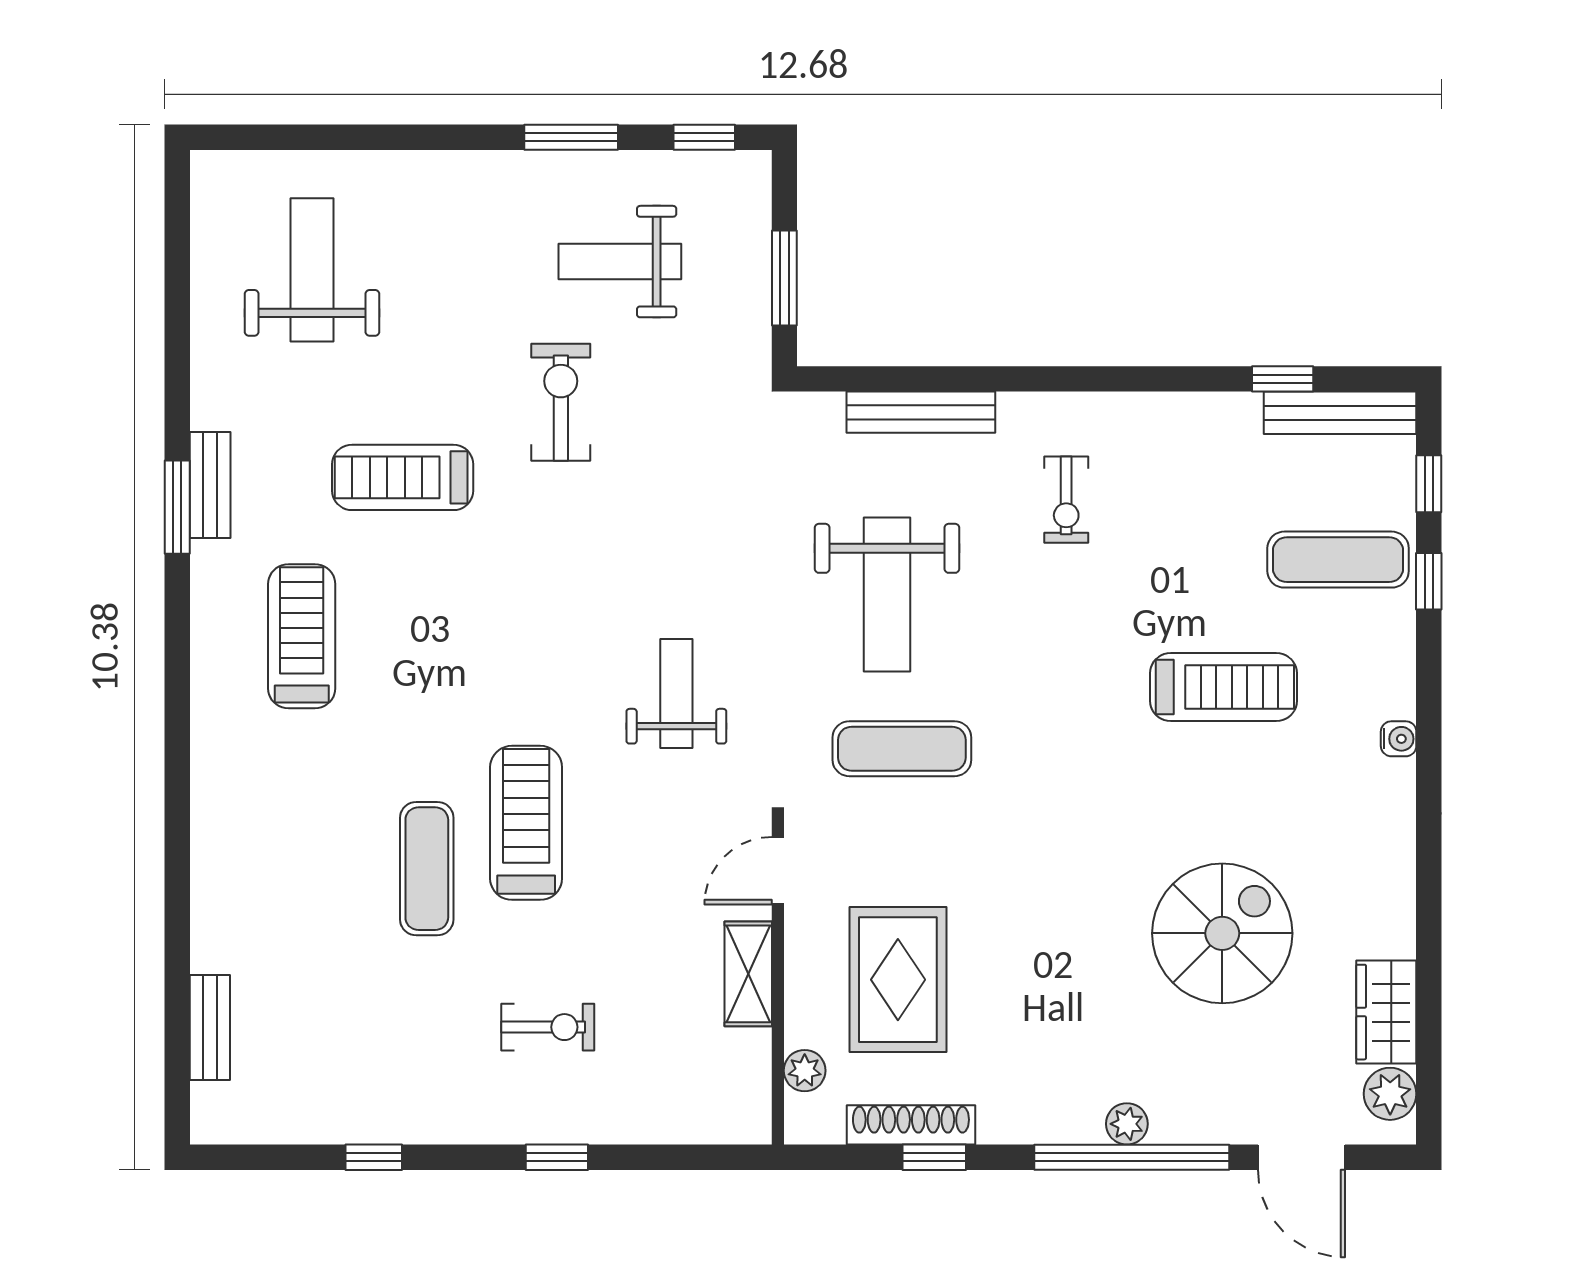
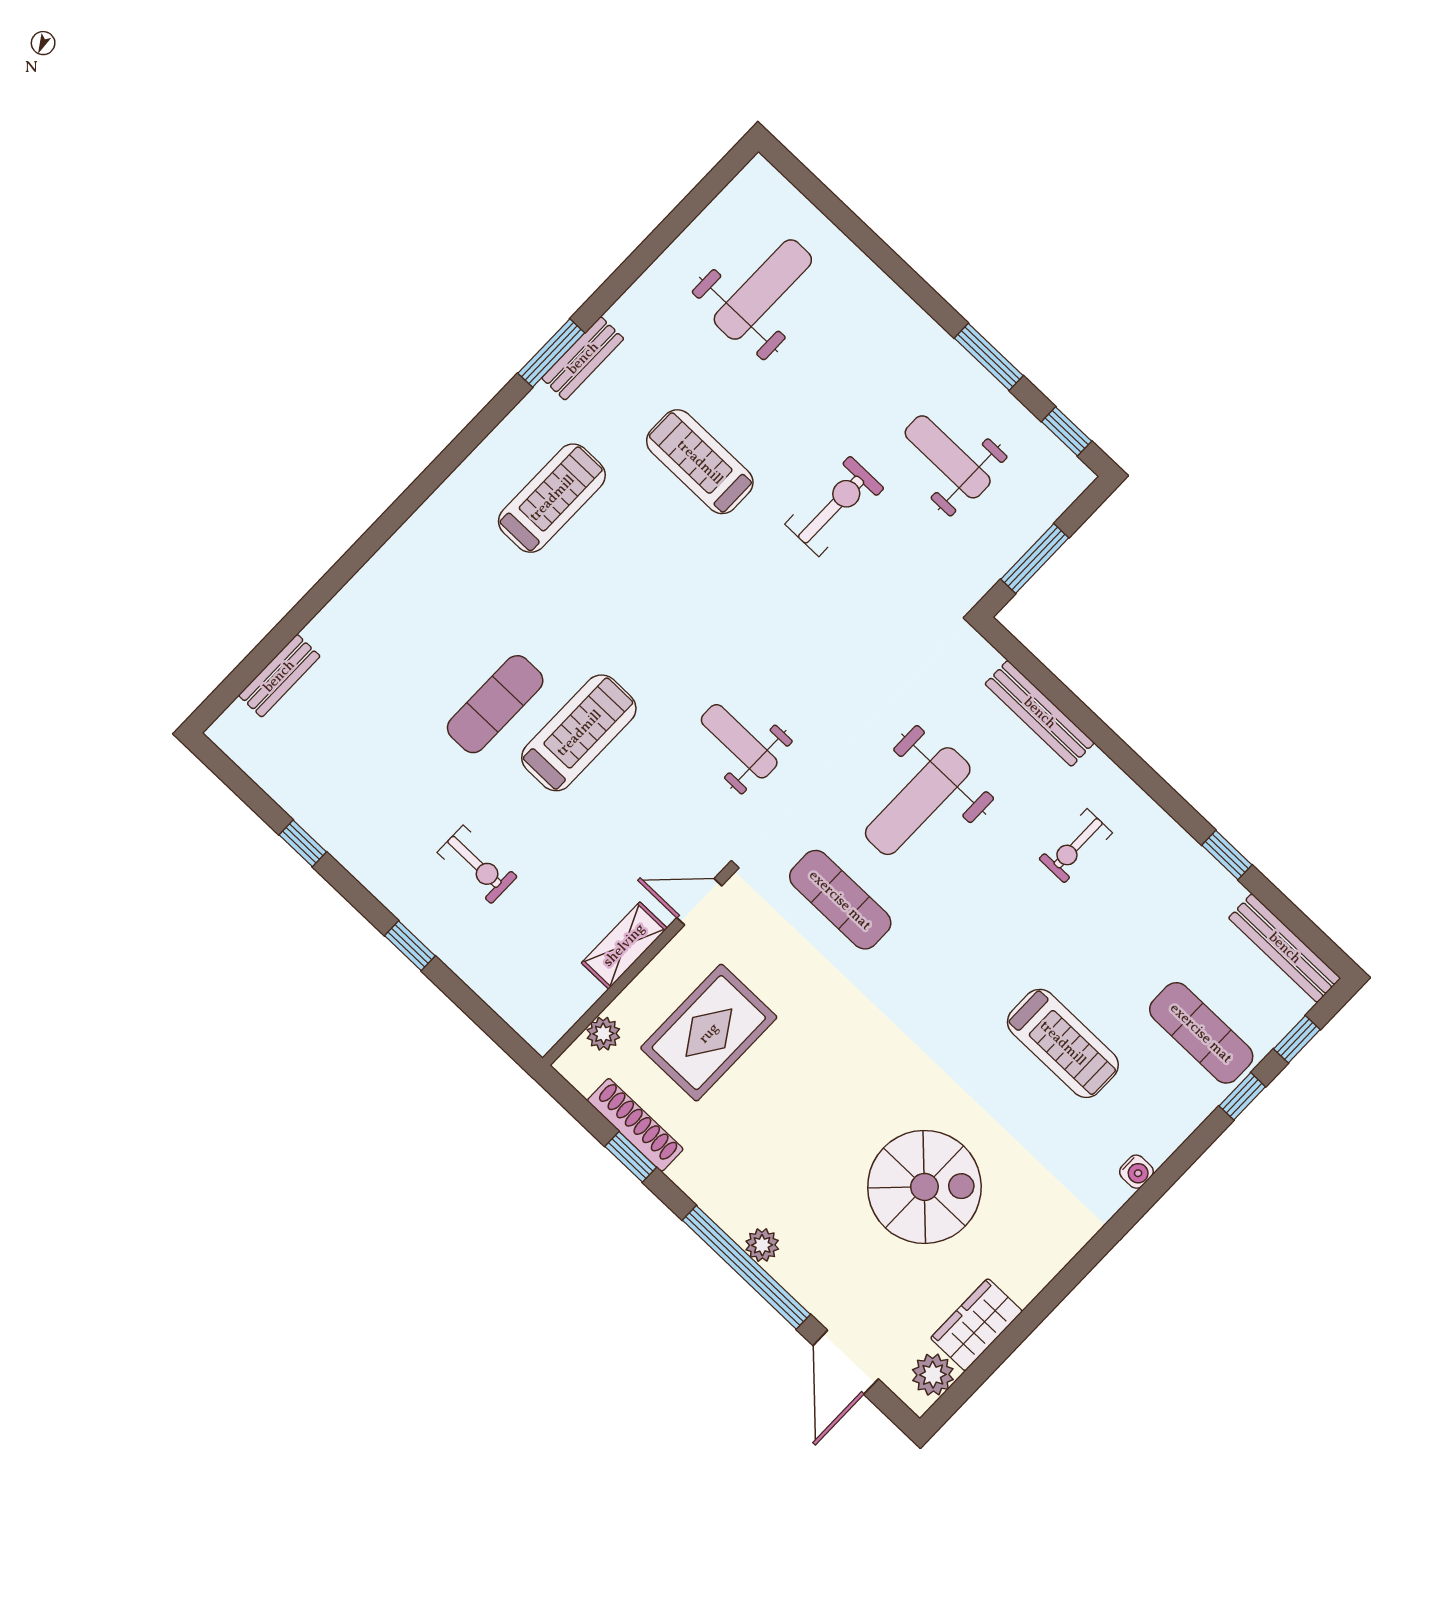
window: (1283, 379) -> (1227, 855), moved
weight bench: (676, 693) -> (739, 741), turned -90

